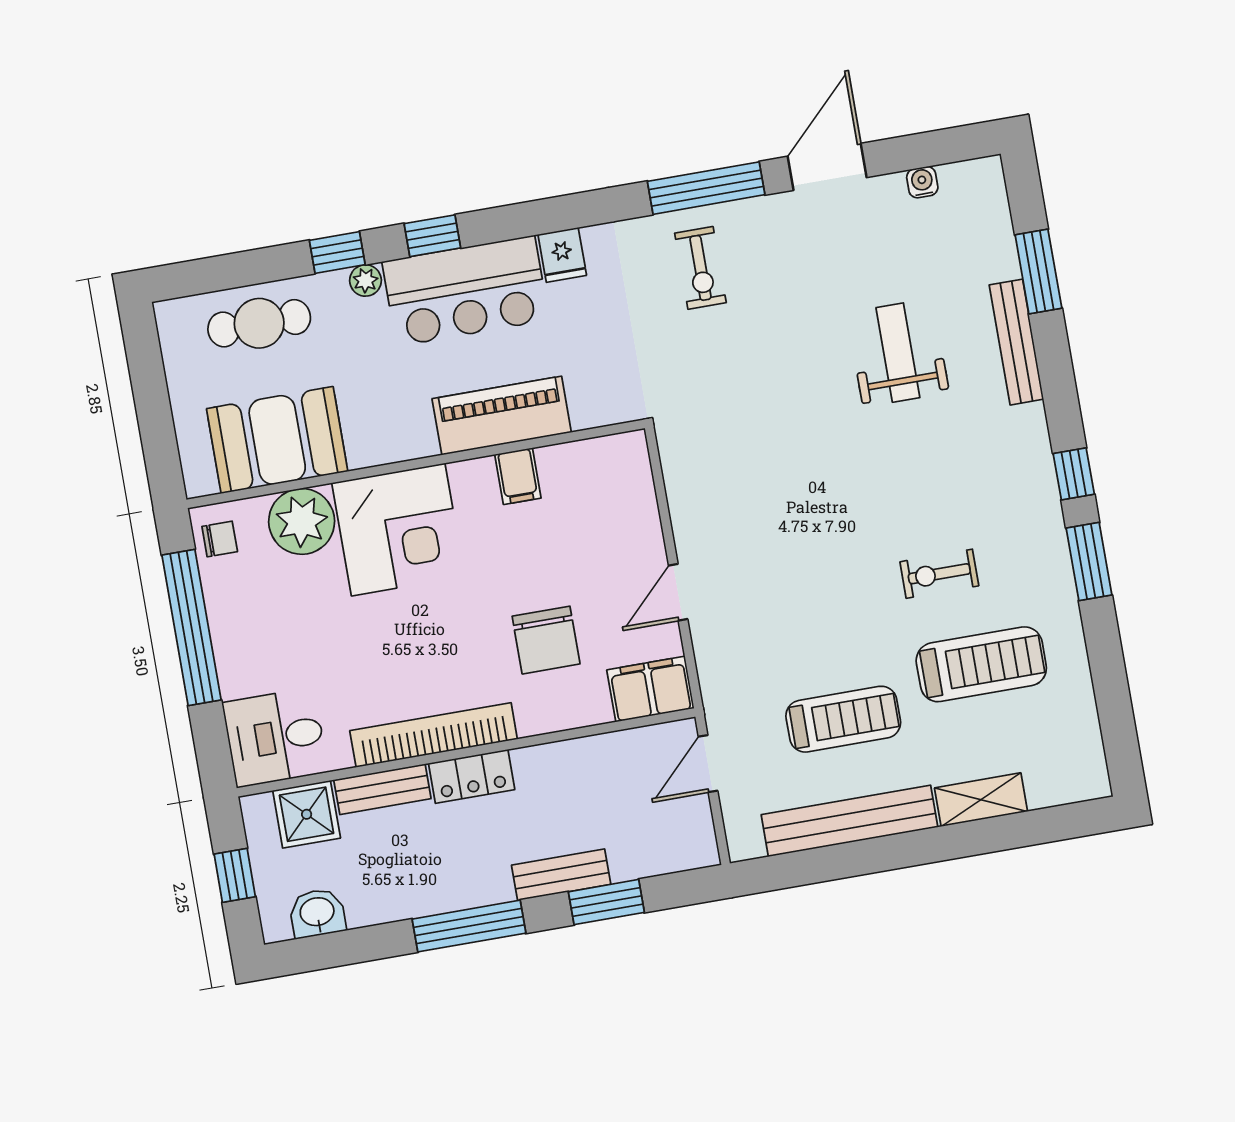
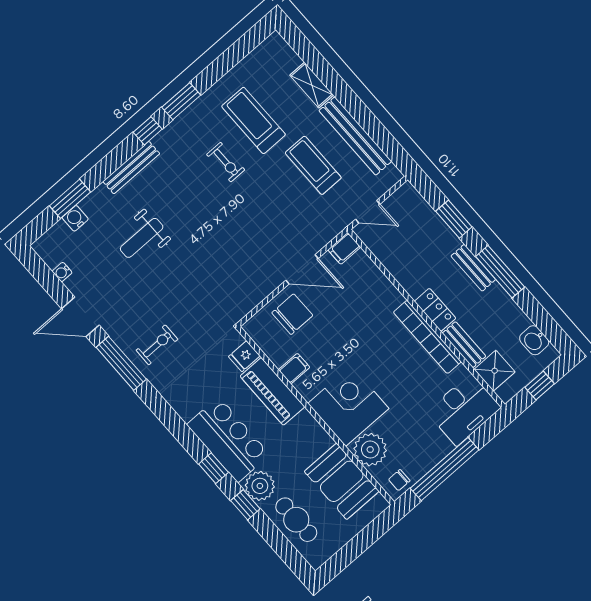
fridge: (562, 255) -> (244, 356), moved, turned 180
water cooler: (1000, 260) -> (75, 218), added
plant: (365, 280) -> (260, 486), width x1.88, depth x1.88
bench: (1016, 342) -> (131, 168), moved
chair: (220, 539) -> (399, 480), turned -90
door: (678, 592) -> (302, 269), width x1.38
chair: (546, 640) -> (292, 314), moved
filing cabinet: (650, 689) -> (344, 248), width x0.50
desk: (275, 737) -> (464, 410), width x1.37
bench: (561, 875) -> (473, 268), moved

